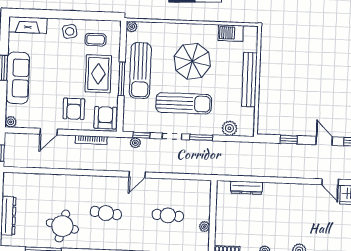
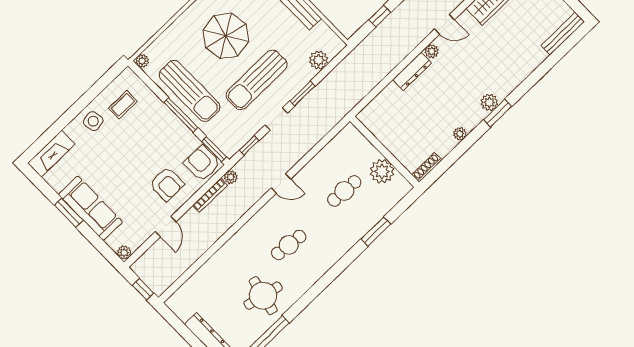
rug: (98, 74) -> (156, 132), removed
sun lounger: (184, 103) -> (257, 80), turned 180
window: (120, 117) -> (214, 149), added
plant: (135, 143) -> (231, 177), moved
door: (137, 175) -> (281, 184), hinge flipped
door: (330, 182) -> (444, 24), moved
dresser: (246, 188) -> (412, 71), moved
plant: (297, 189) -> (432, 51), added
plant: (204, 227) -> (382, 171), width x1.88, depth x1.88

